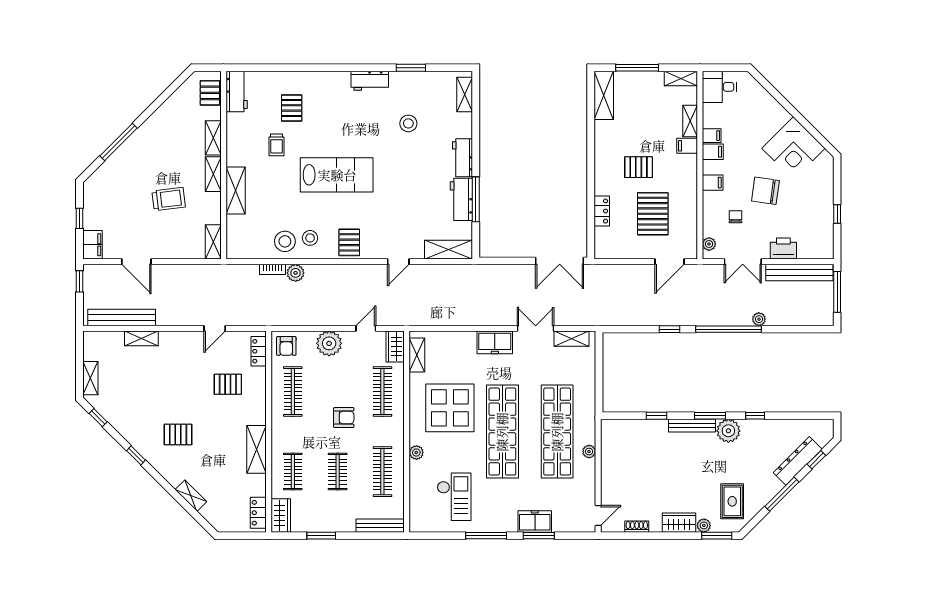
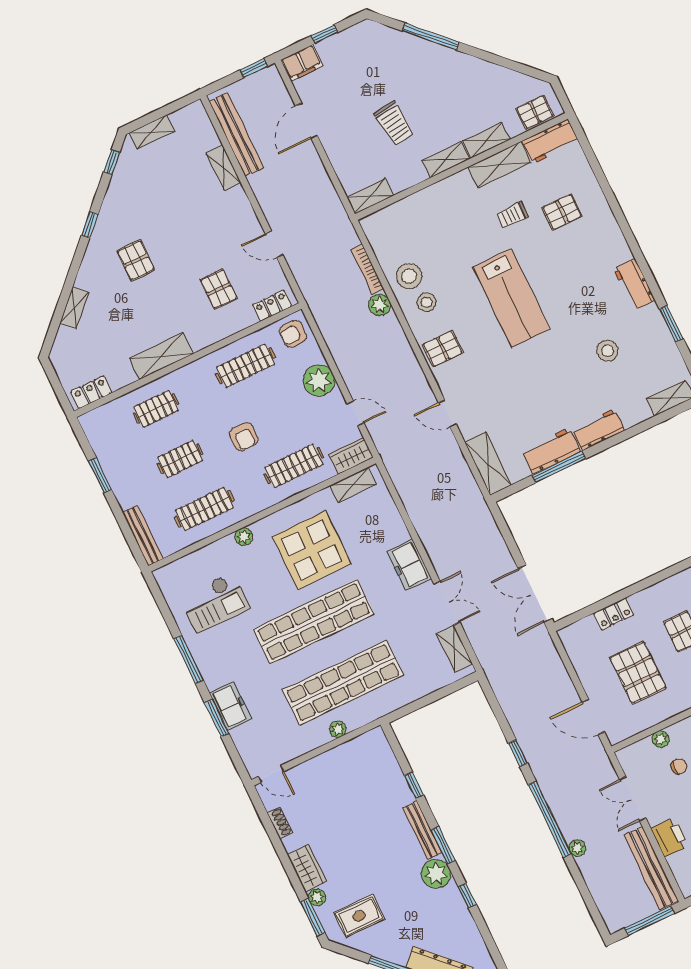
shelving: (236, 191) -> (499, 165), moved
pallet: (653, 214) -> (638, 672), turned 90
plant: (709, 244) -> (661, 739), moved
bookcase: (273, 269) -> (367, 269), width x1.56
wardrobe: (281, 515) -> (100, 419), removed

